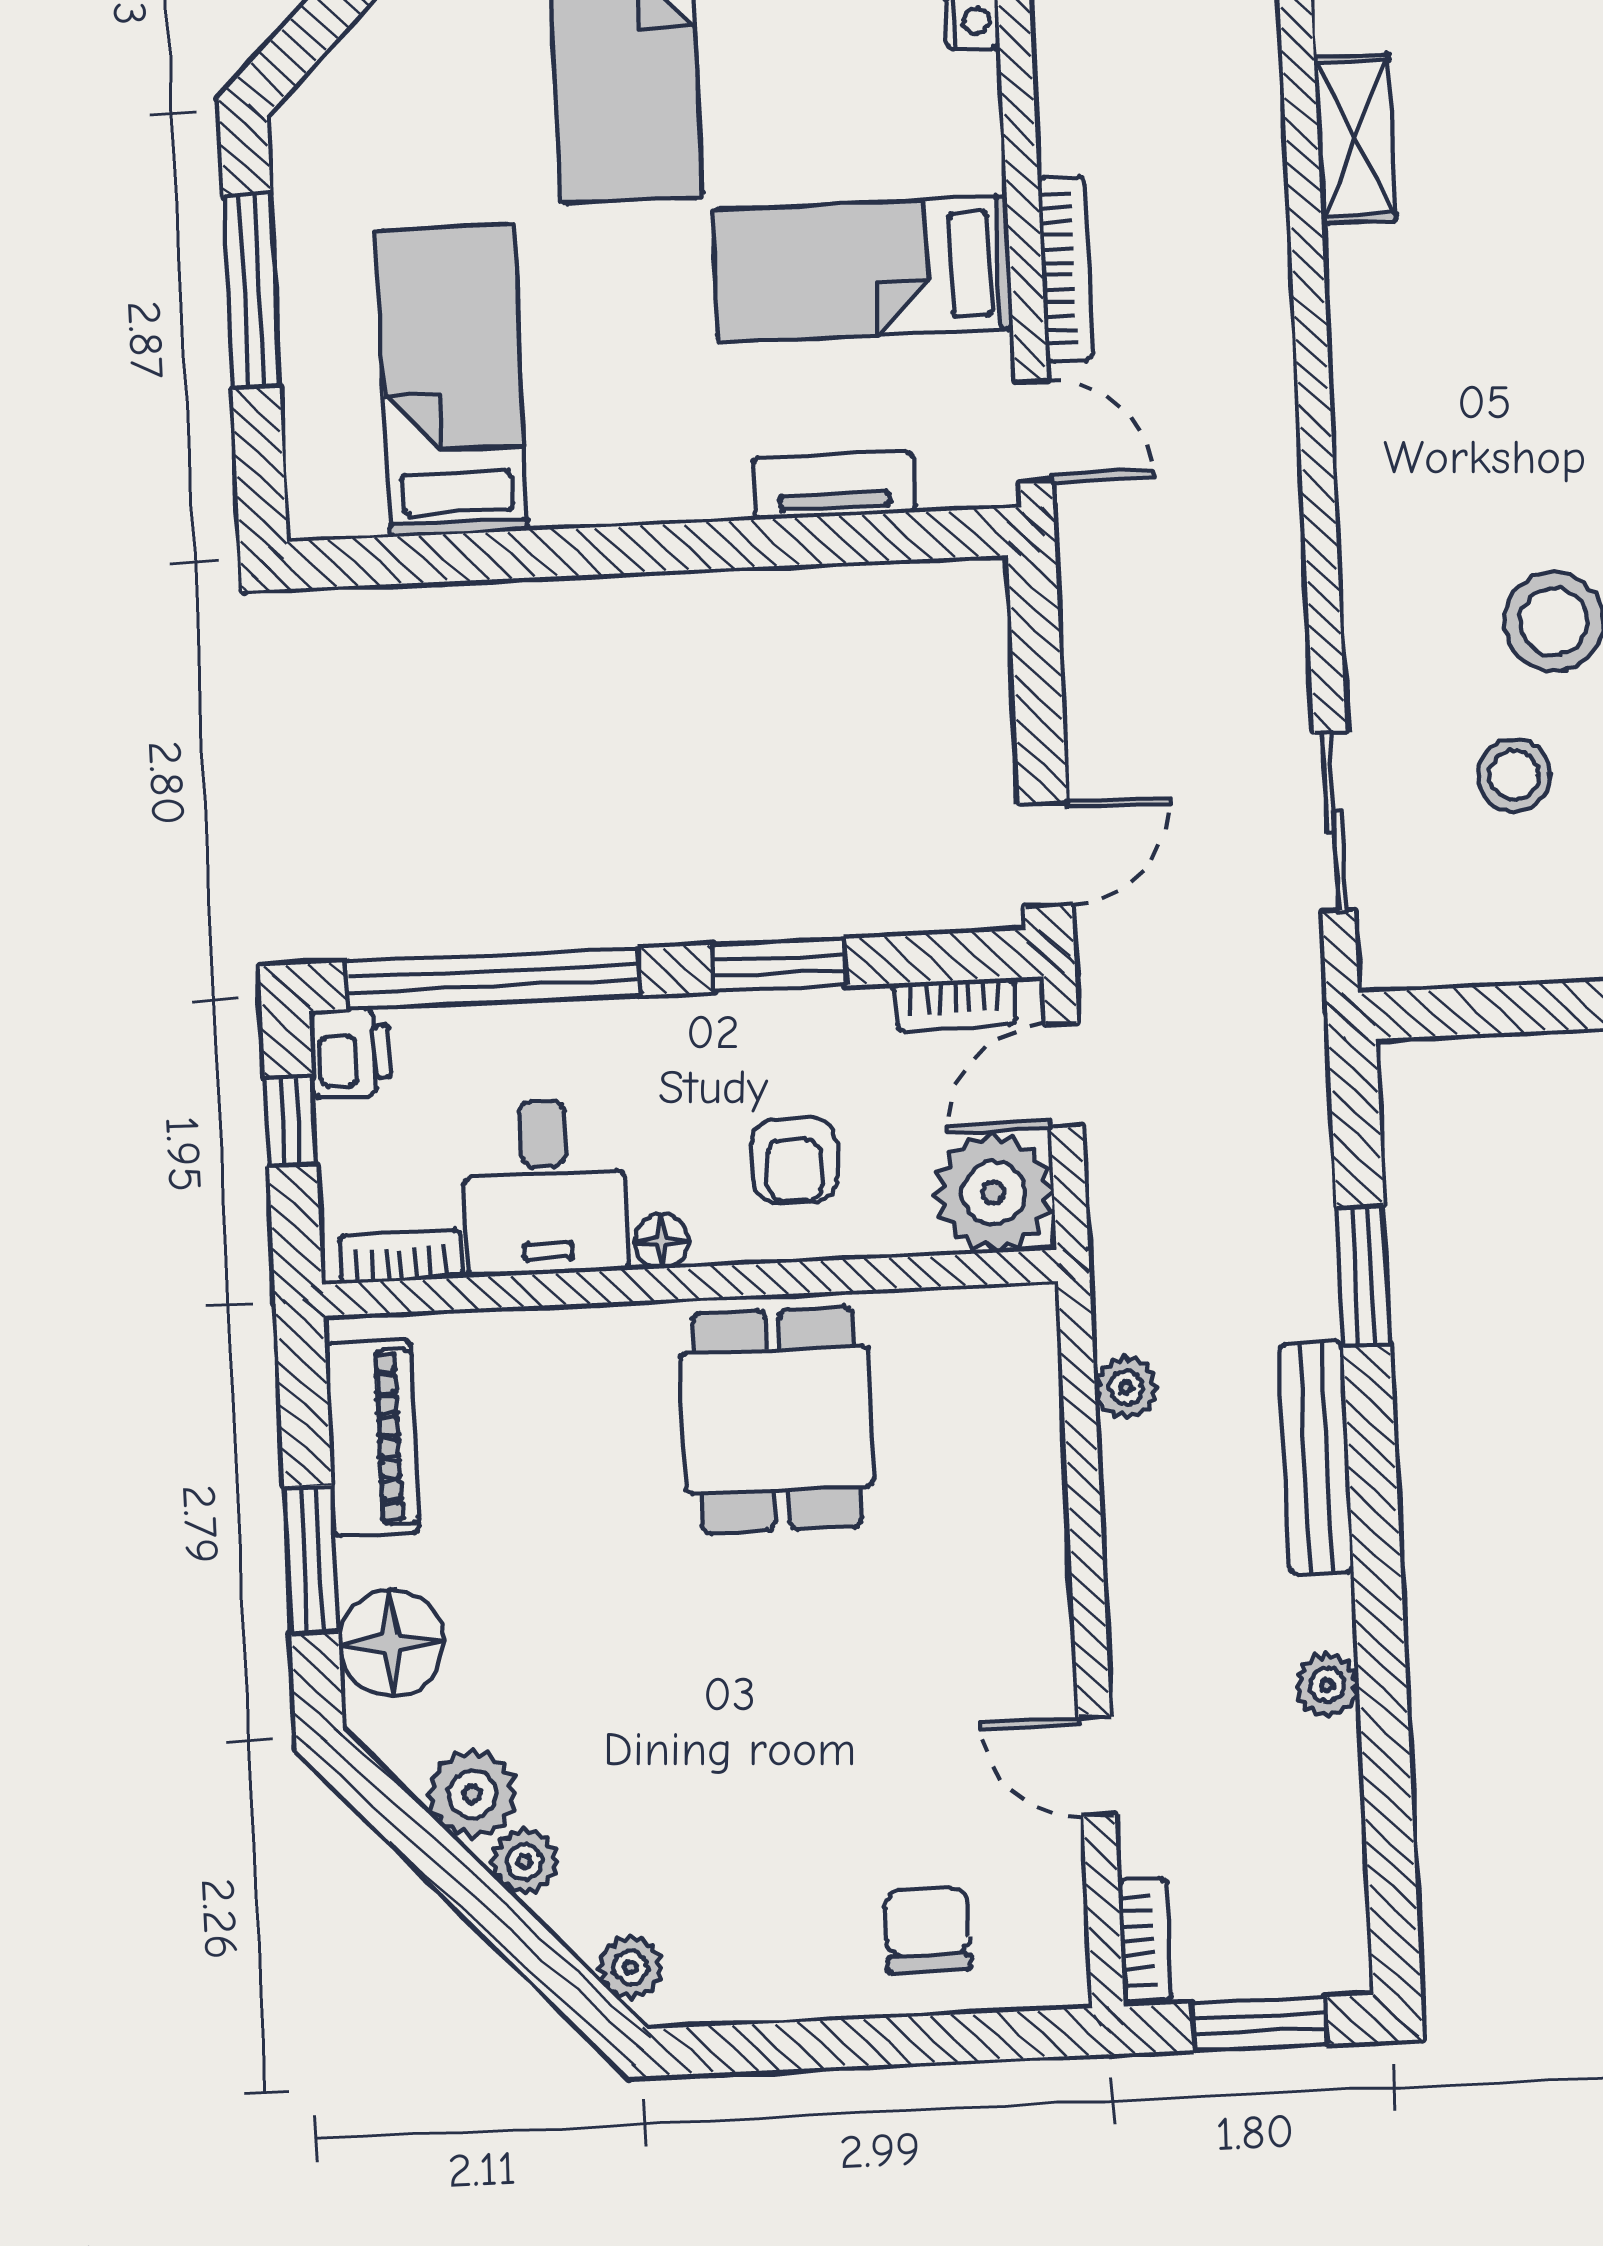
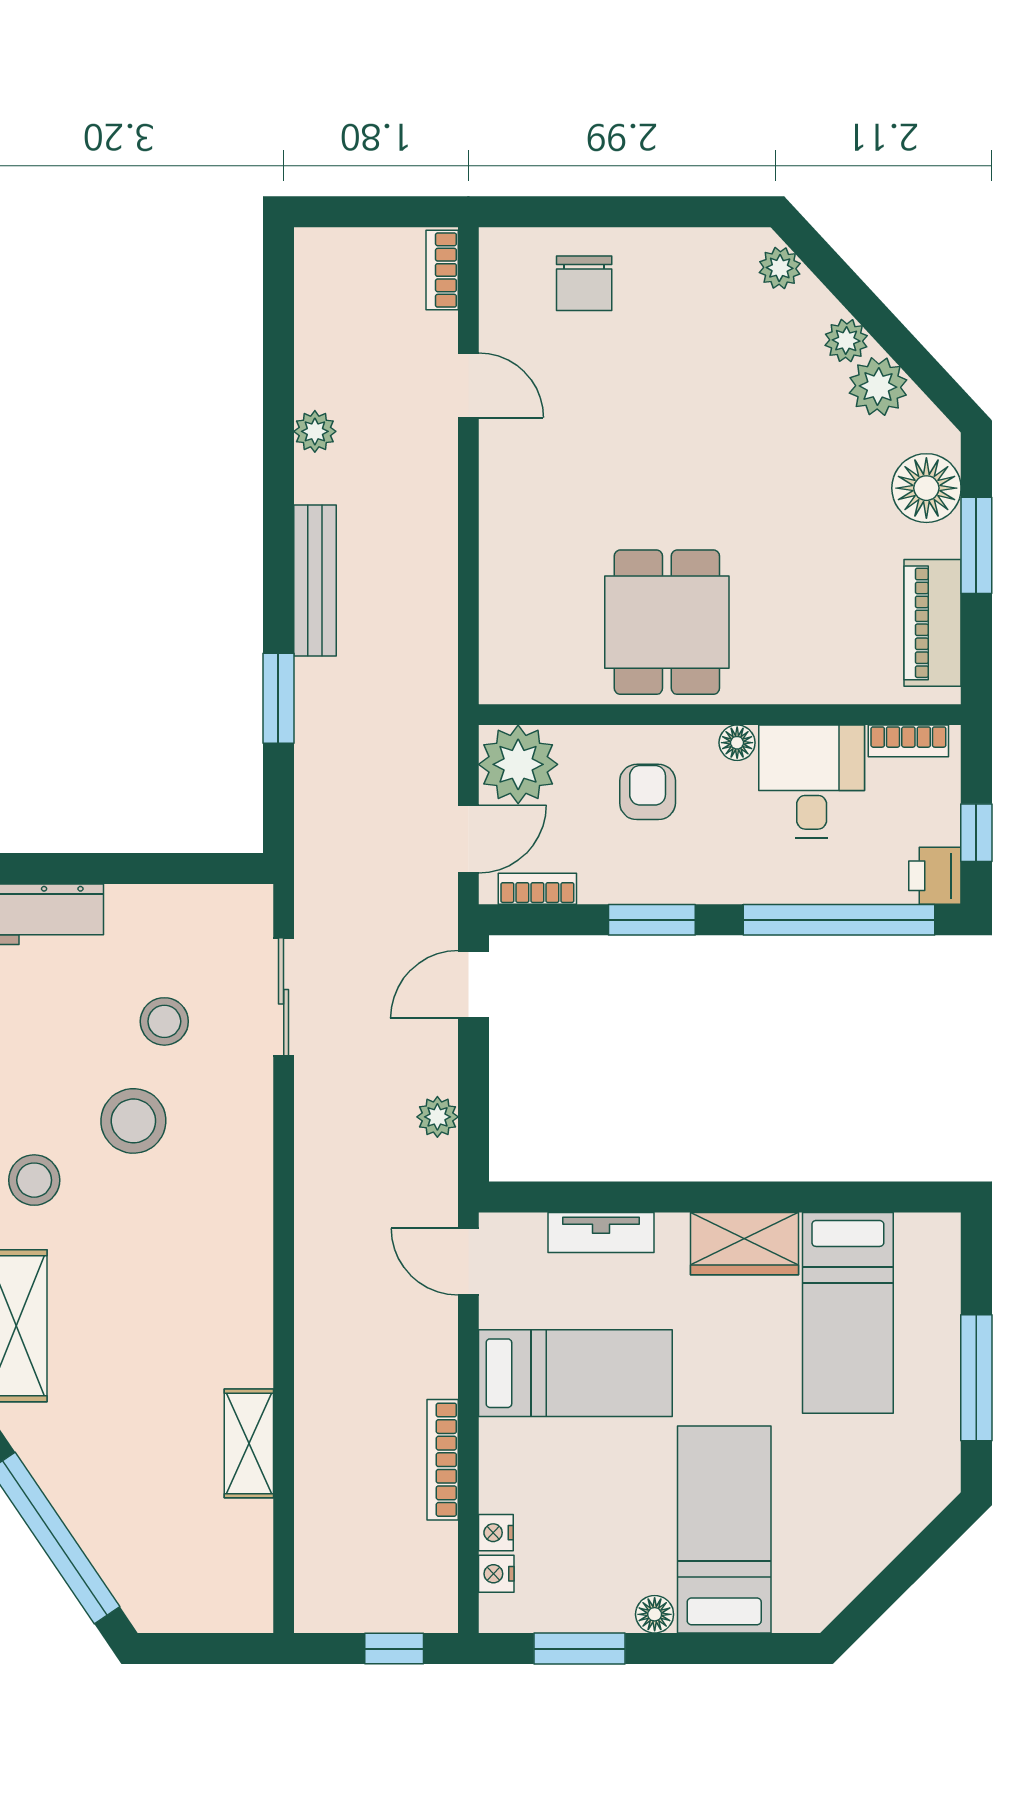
bookcase: (1065, 269) -> (443, 1460), moved
wardrobe: (614, 479) -> (745, 1244), added
plant: (1126, 1388) -> (437, 1117), moved
window: (1260, 2024) -> (369, 212), removed

